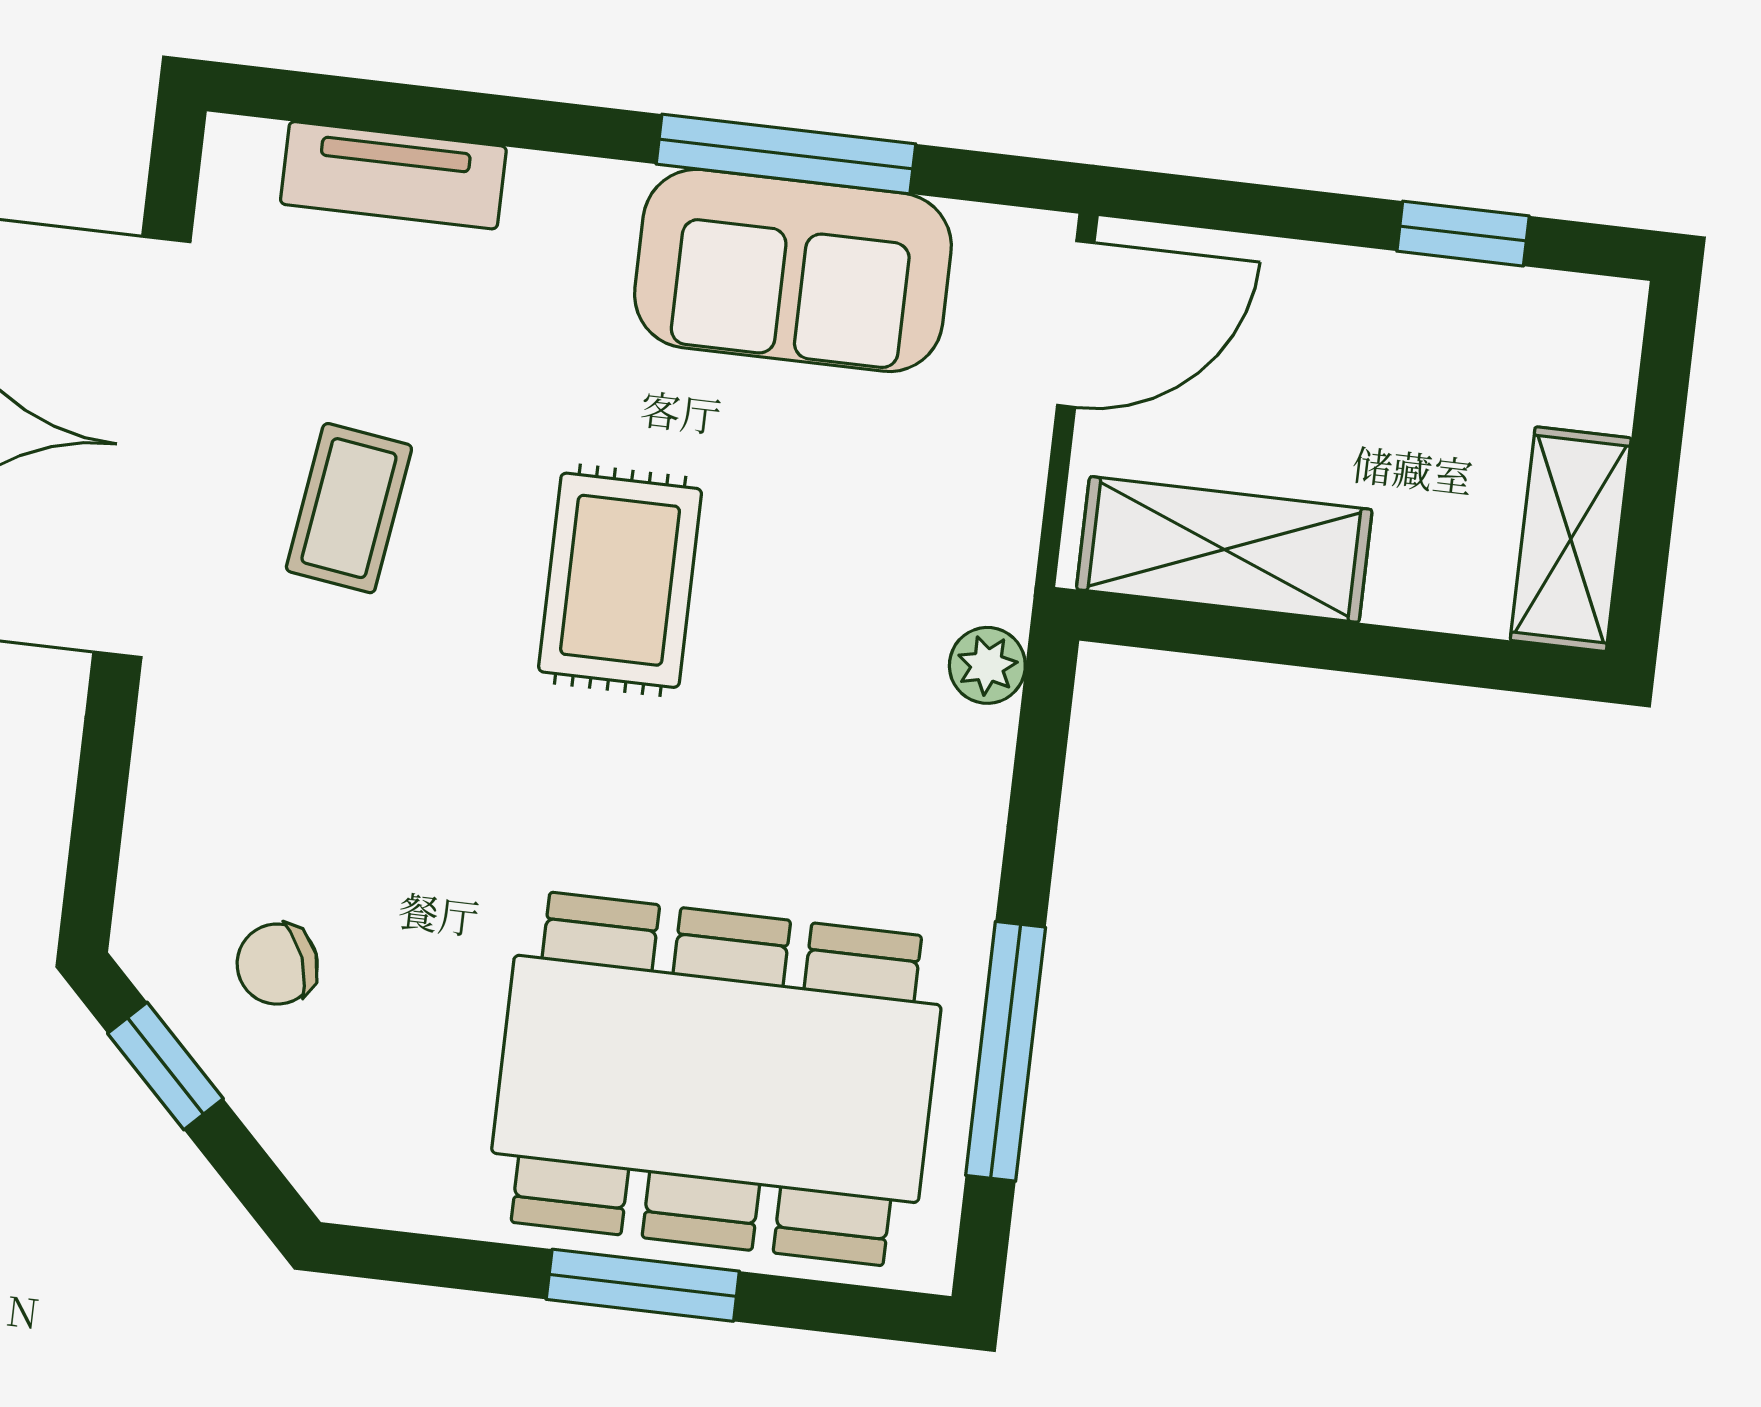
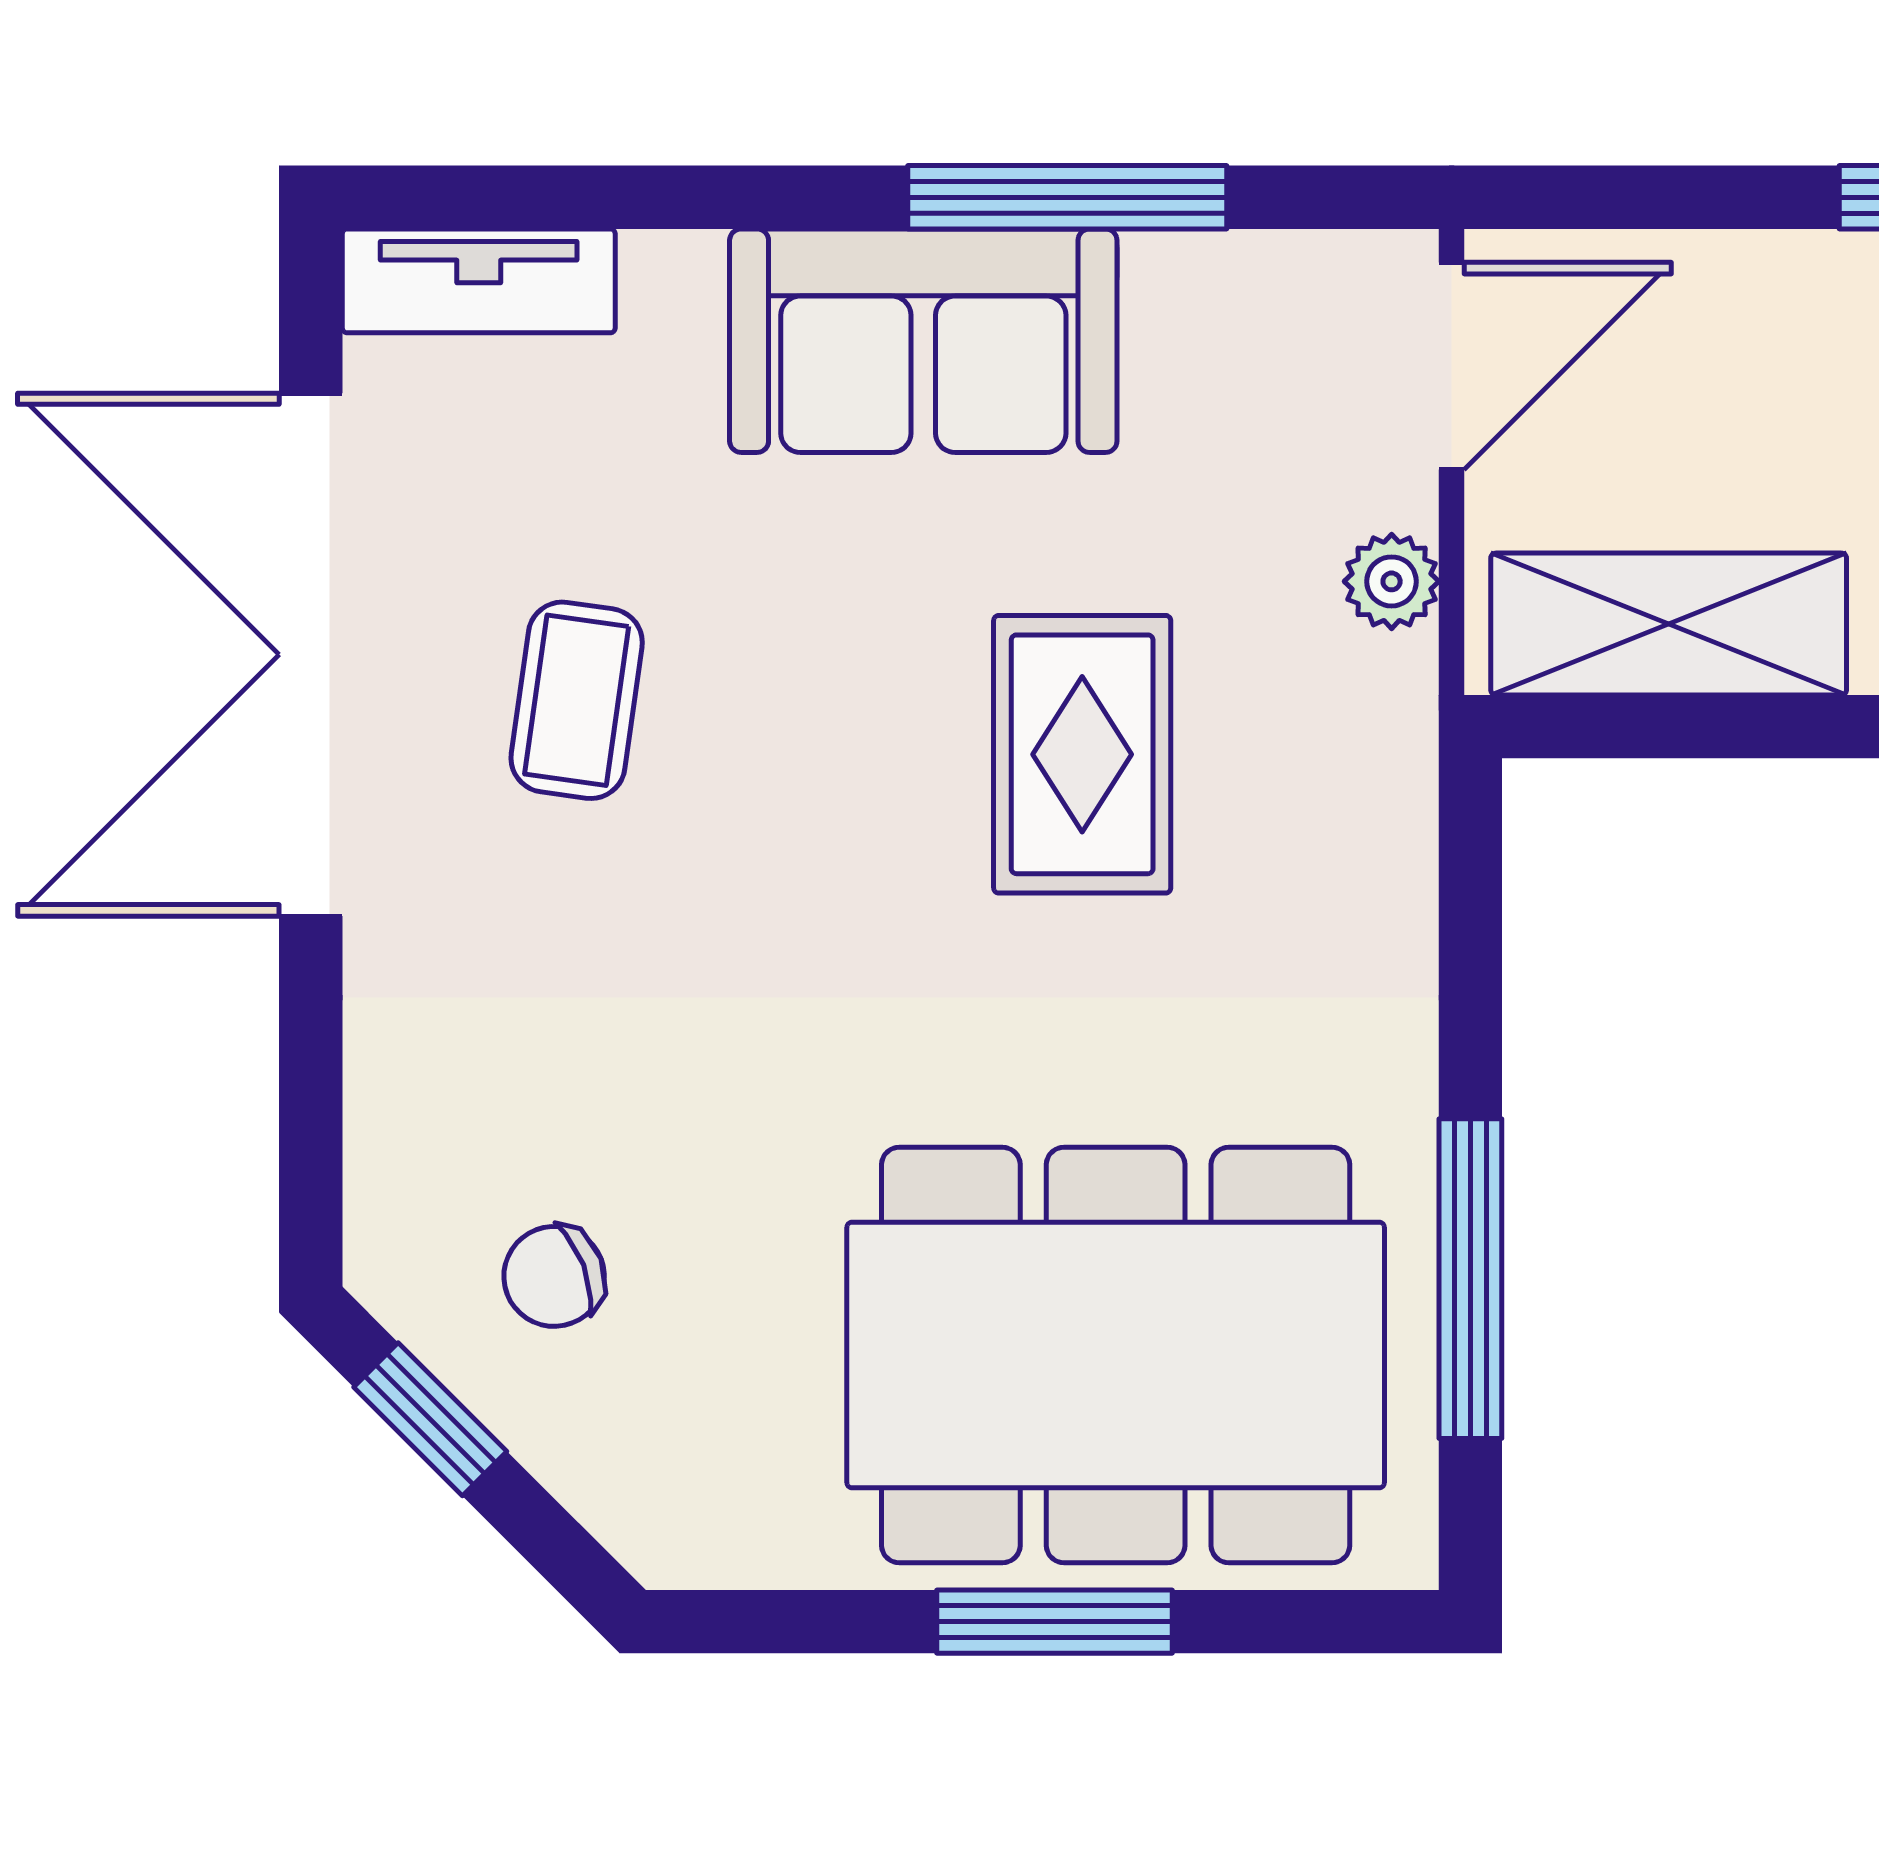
tv unit: (393, 175) -> (479, 281), moved
sofa: (793, 270) -> (923, 341), moved
rug: (620, 580) -> (1082, 754), moved
plant: (987, 665) -> (1392, 581), moved

